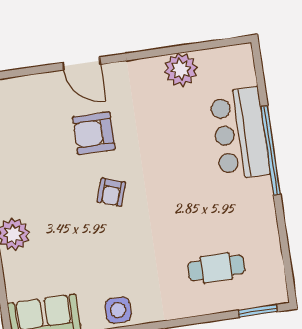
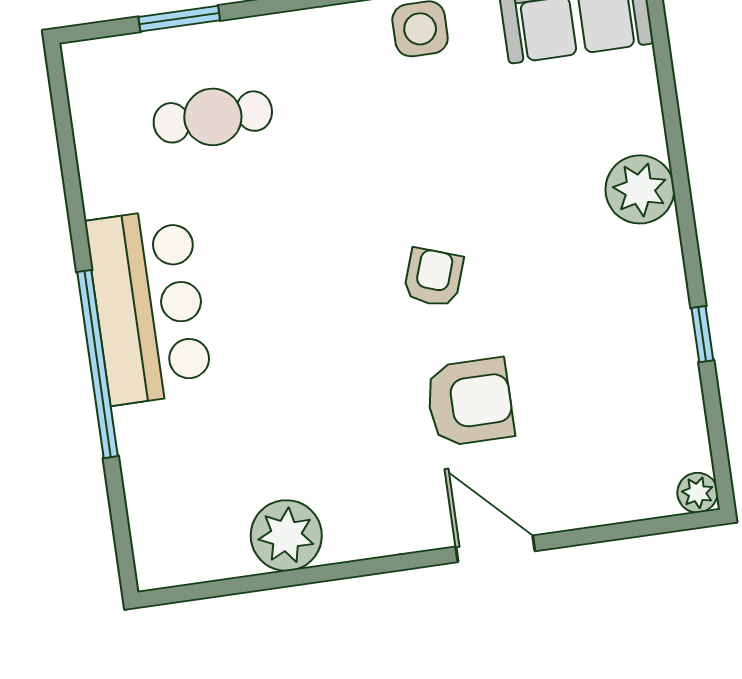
bar counter: (240, 134) -> (149, 306), moved
window: (258, 311) -> (179, 19), moved

